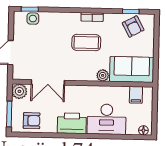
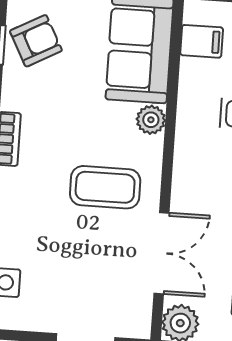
coffee table: (86, 43) -> (105, 187), moved, turned 90

